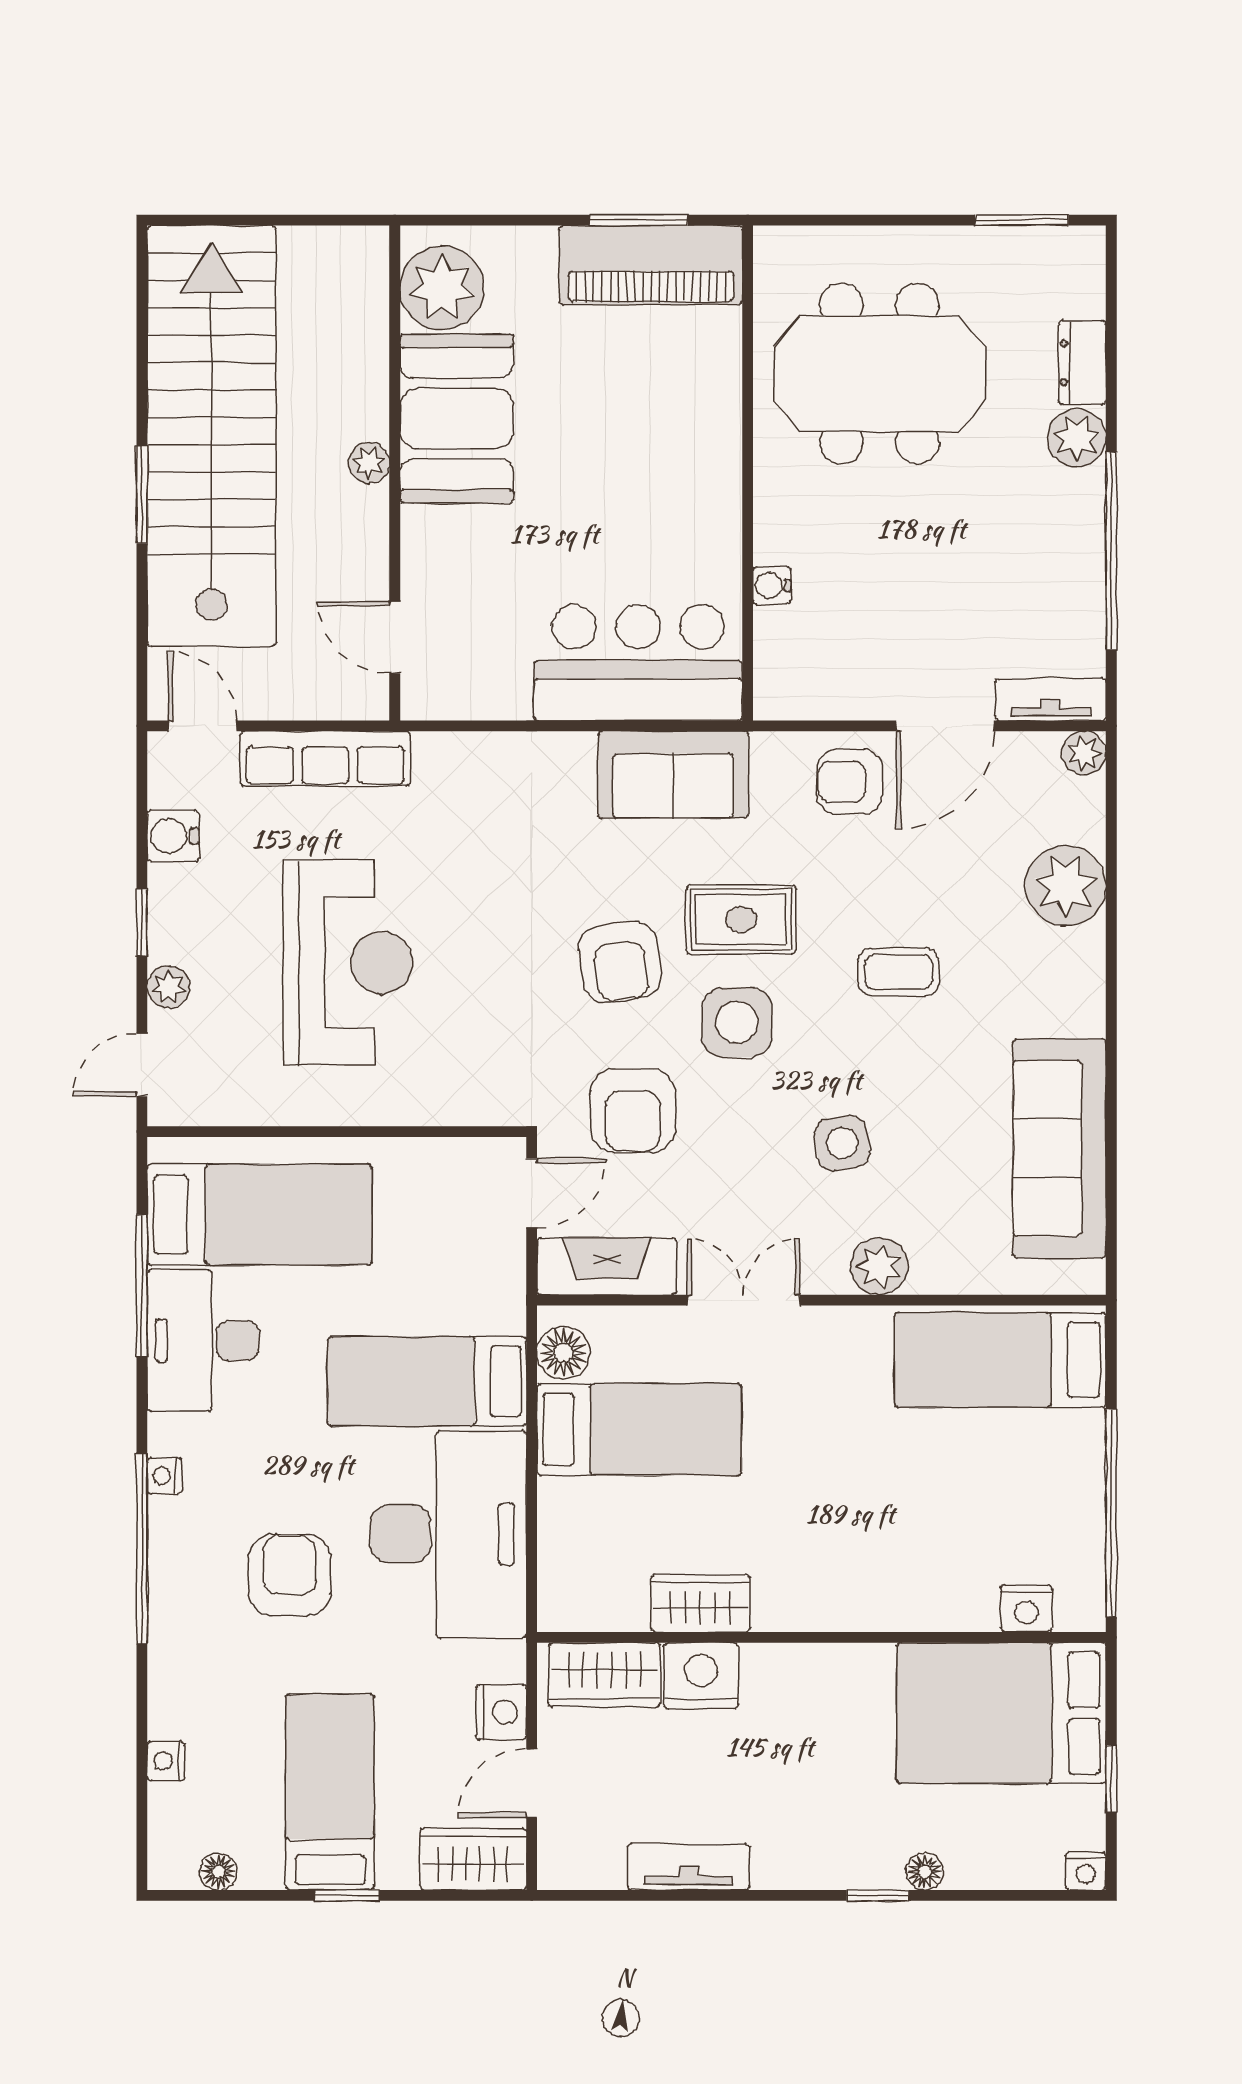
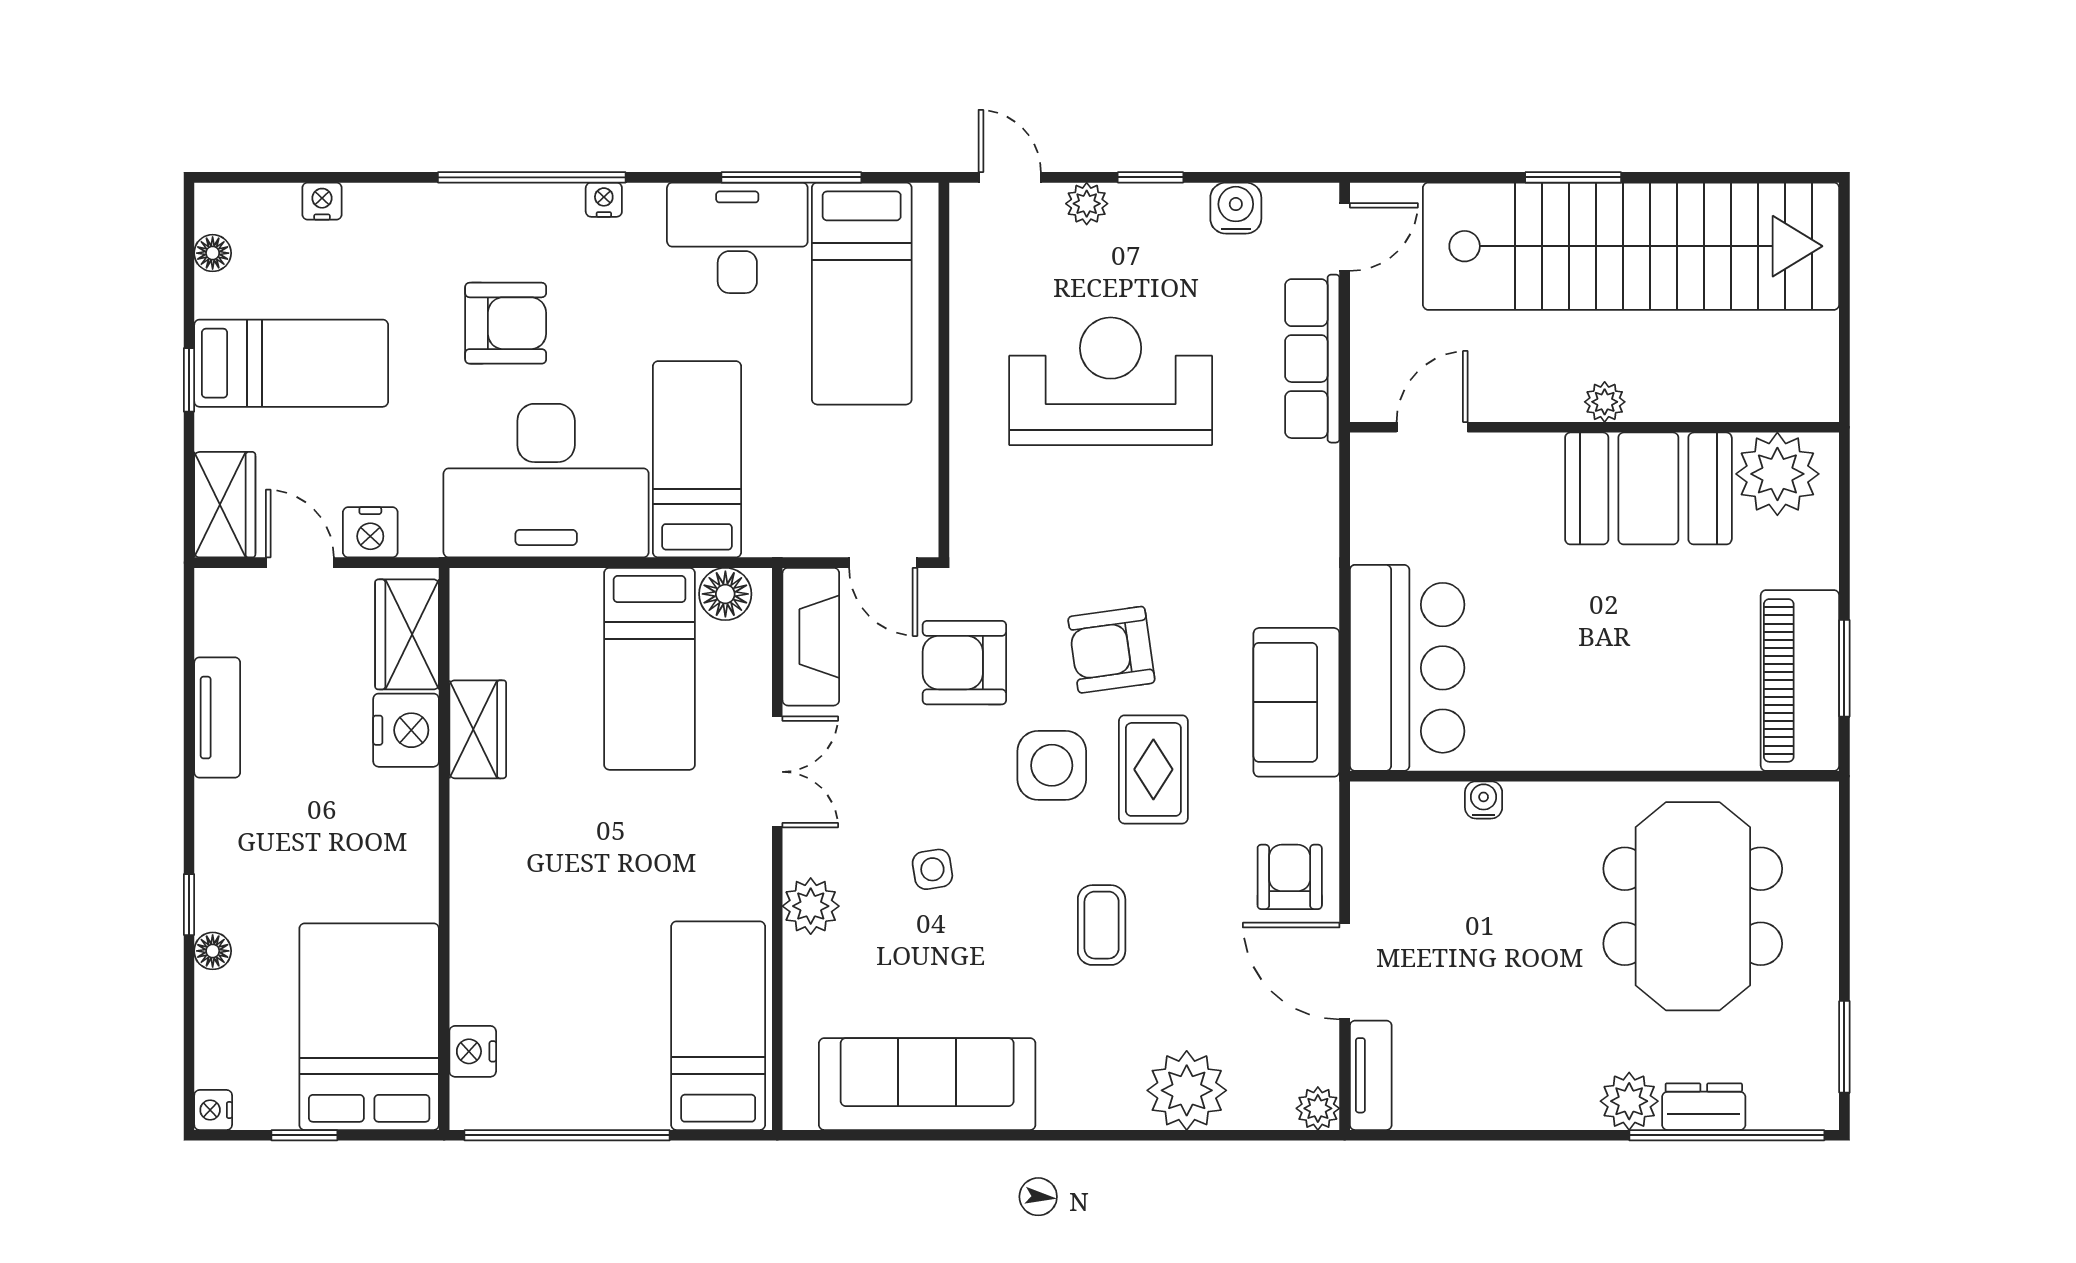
window: (1111, 551) -> (1727, 1135), moved
reception desk: (348, 963) -> (1111, 381), turned 180
side table: (842, 1143) -> (932, 869), width x0.73, depth x0.73

